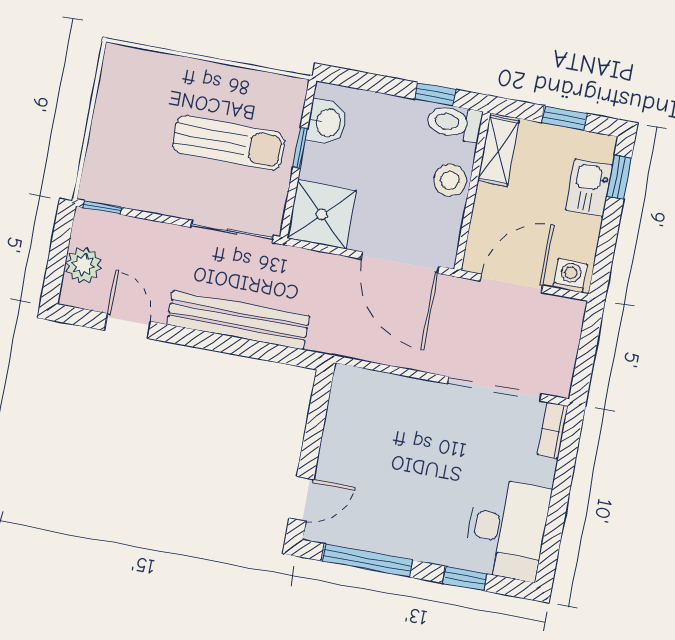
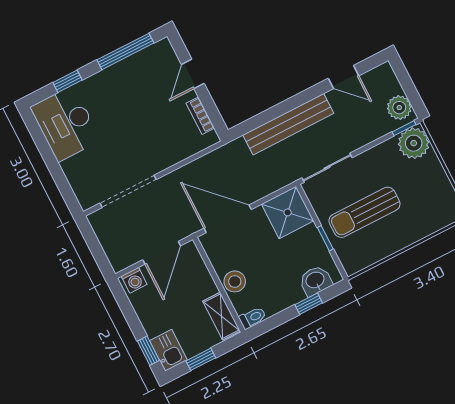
window: (435, 94) -> (309, 304), moved
washbasin: (327, 122) -> (315, 281), moved, turned 90
toilet: (454, 123) -> (253, 318), width x0.73, depth x0.72
plant: (104, 180) -> (414, 143), added
kitchen sink: (589, 188) -> (168, 350), moved
plant: (83, 265) -> (399, 108), moved
bookcase: (553, 430) -> (200, 116), moved, turned 180
door: (301, 499) -> (193, 74), moved

